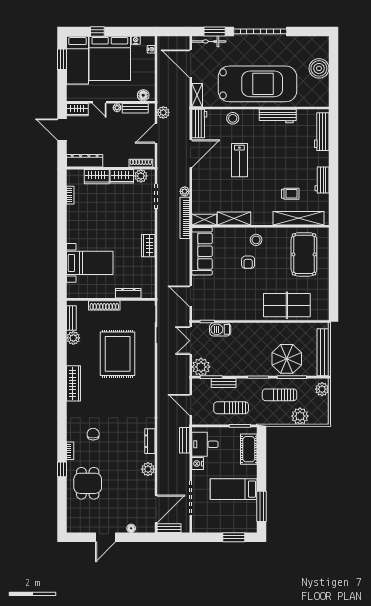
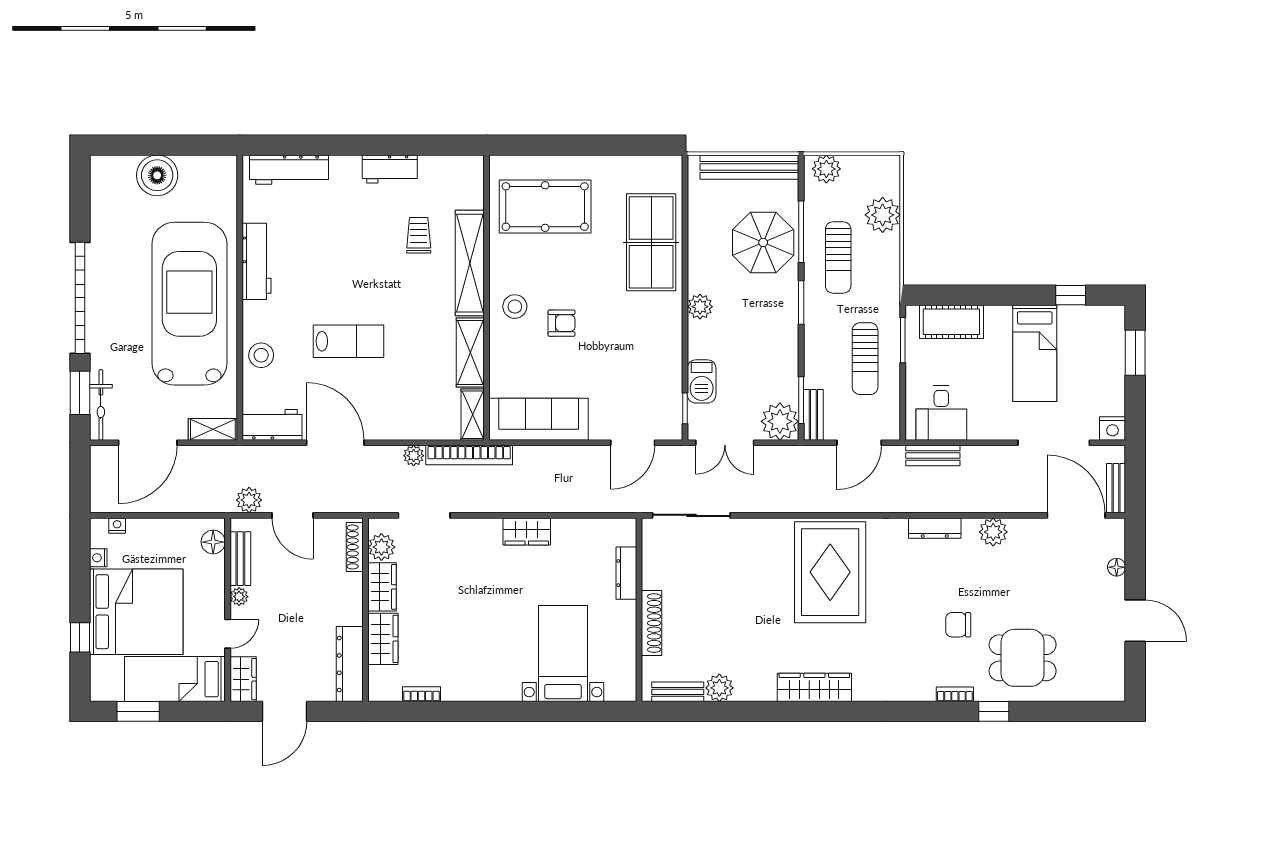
bed: (77, 60) -> (175, 679), moved, turned 180
shelving: (298, 218) -> (470, 263), moved
plant: (256, 329) -> (700, 307), added
rug: (118, 354) -> (830, 572), moved, turned 90
bench: (224, 383) -> (813, 415), moved
chair: (93, 434) -> (958, 625), moved
nightstand: (198, 464) -> (1113, 428), moved
window: (262, 506) -> (1071, 295), width x0.46

